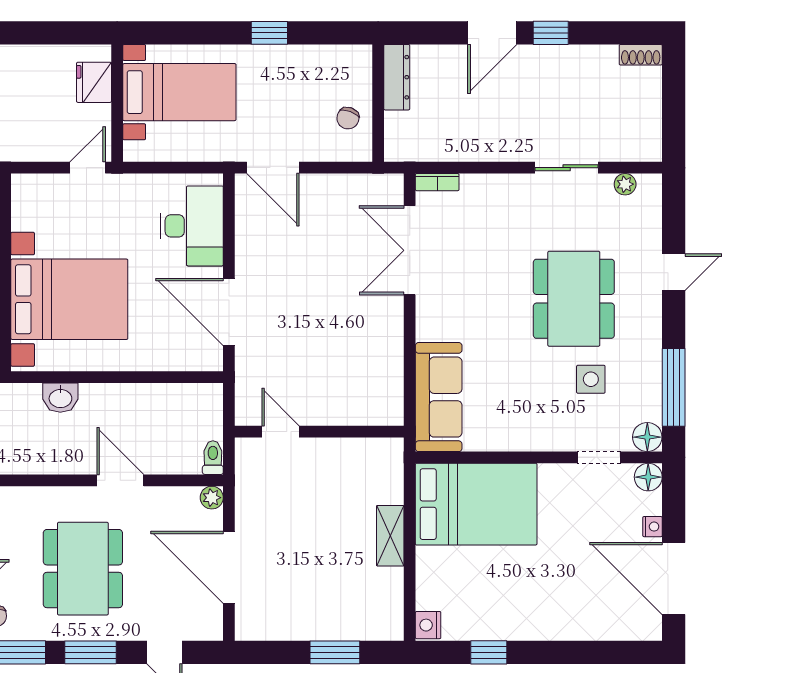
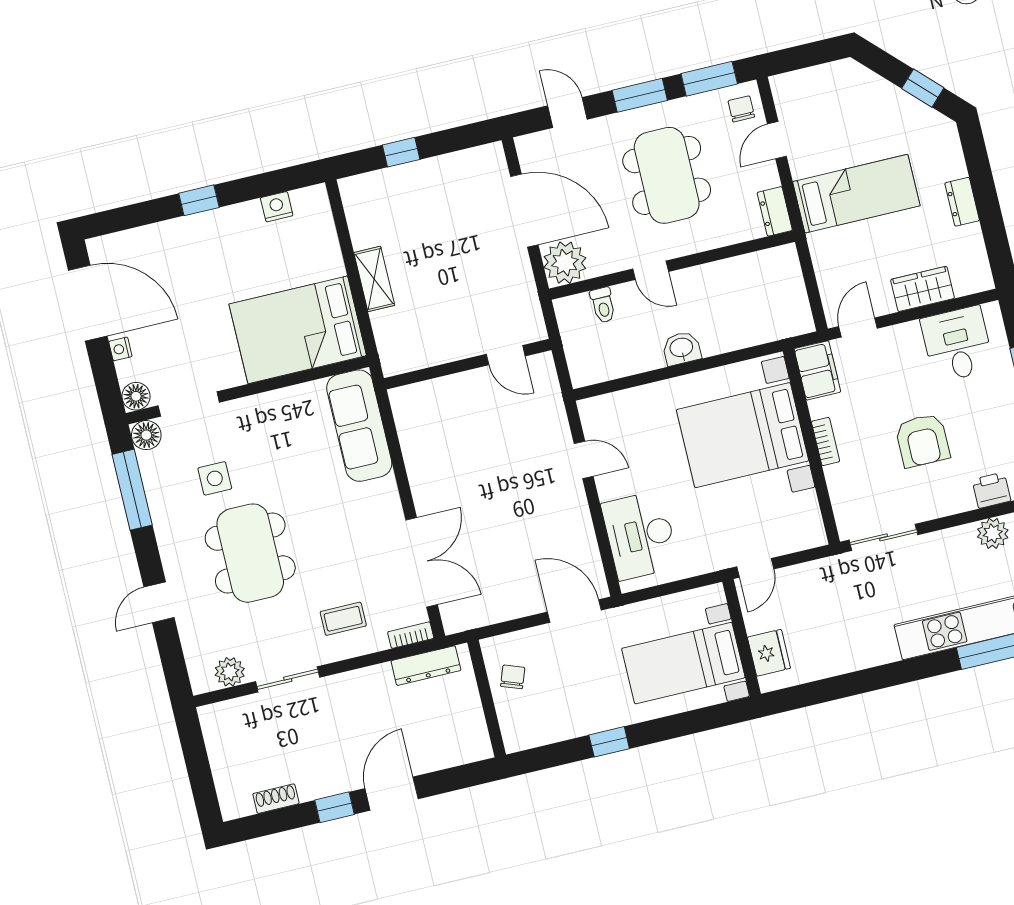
shoe rack: (641, 55) -> (276, 799), moved
dresser: (397, 77) -> (426, 666), moved, turned -90
plant: (625, 184) -> (230, 672), width x1.38, depth x1.38
coffee table: (499, 214) -> (343, 619), added
door: (229, 312) -> (584, 460), width x0.53
washbasin: (60, 398) -> (681, 348), moved
doorway: (599, 457) -> (189, 404), width x1.38
toilet: (213, 458) -> (603, 305), moved
door: (120, 480) -> (651, 270), width x0.73
plant: (212, 498) -> (565, 263), width x1.87, depth x1.87
nightstand: (428, 625) -> (277, 207), moved, turned -90
window: (335, 652) -> (401, 152), width x0.67
window: (489, 652) -> (199, 200), moved

